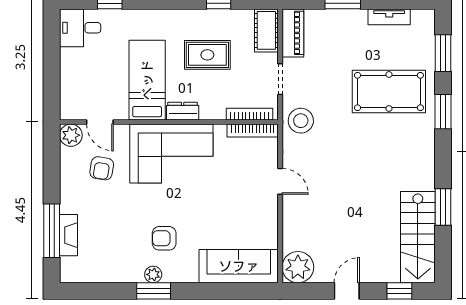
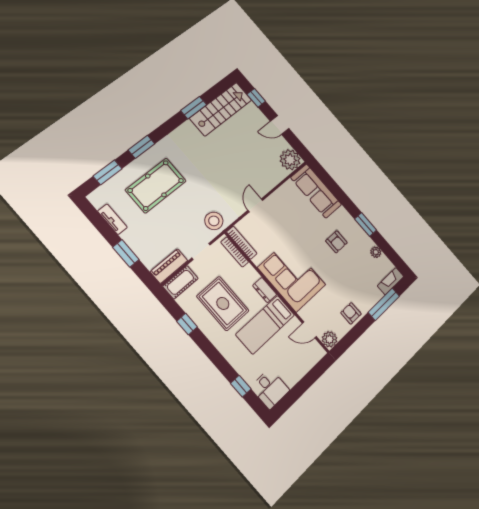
rug: (207, 55) -> (223, 303), width x1.36, depth x1.43
pool table: (389, 91) -> (156, 185), turned 90
door: (100, 122) -> (309, 330), swing flipped
armchair: (102, 168) -> (351, 313), moved, turned -99
fireplace: (69, 235) -> (391, 281), moved
plant: (153, 274) -> (376, 252), moved

